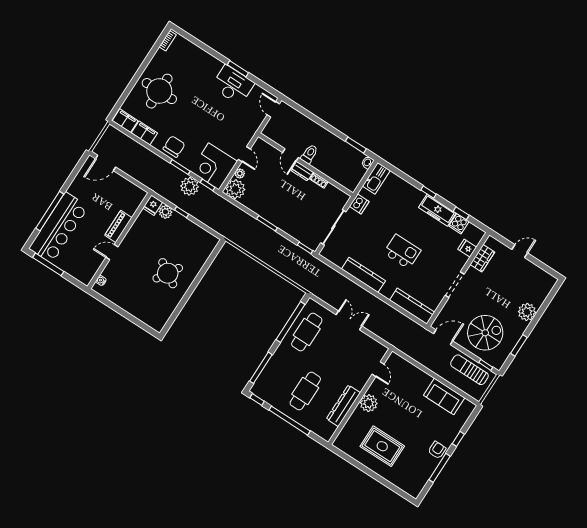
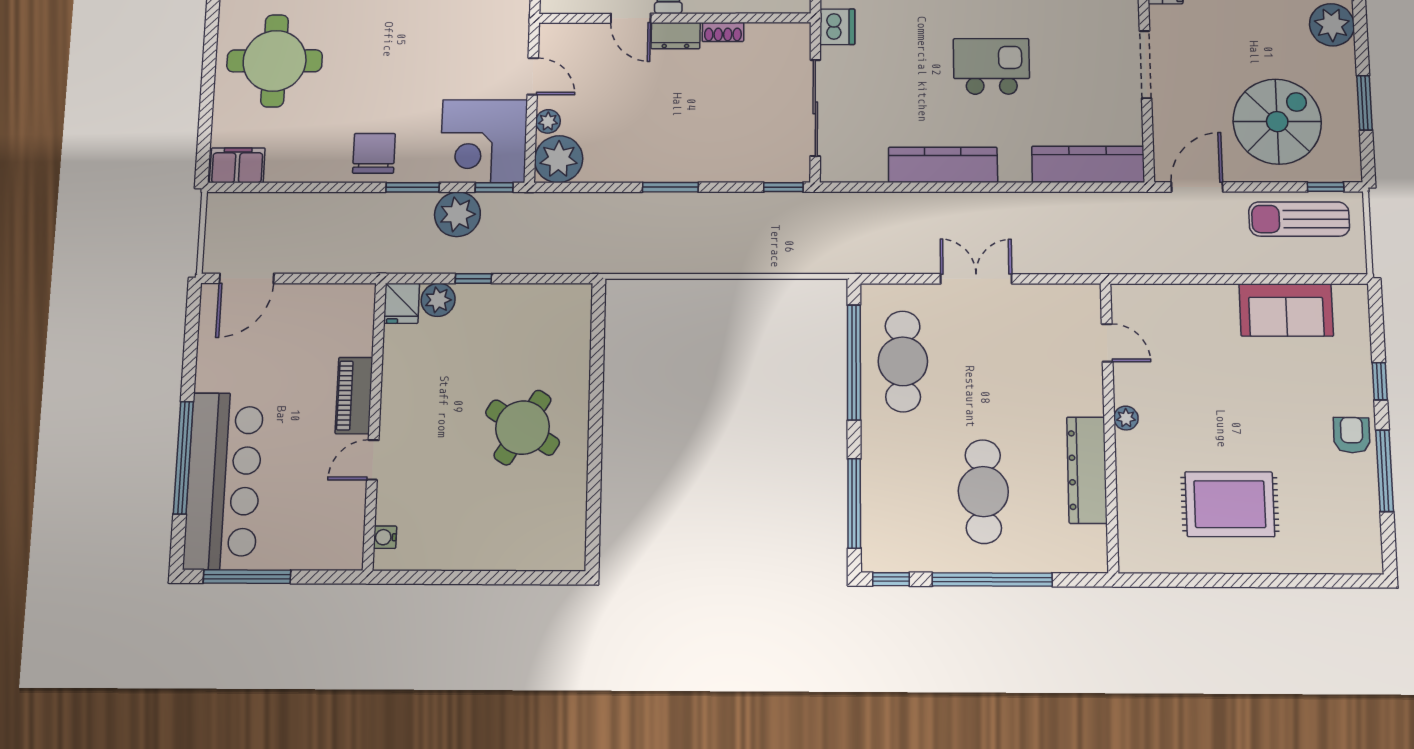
filing cabinet: (144, 133) -> (294, 165), removed
plant: (369, 403) -> (1126, 418), width x0.53, depth x0.53

